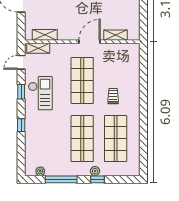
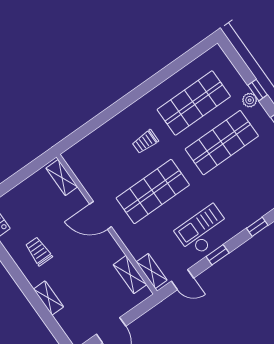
shelving: (116, 35) -> (62, 177), moved

